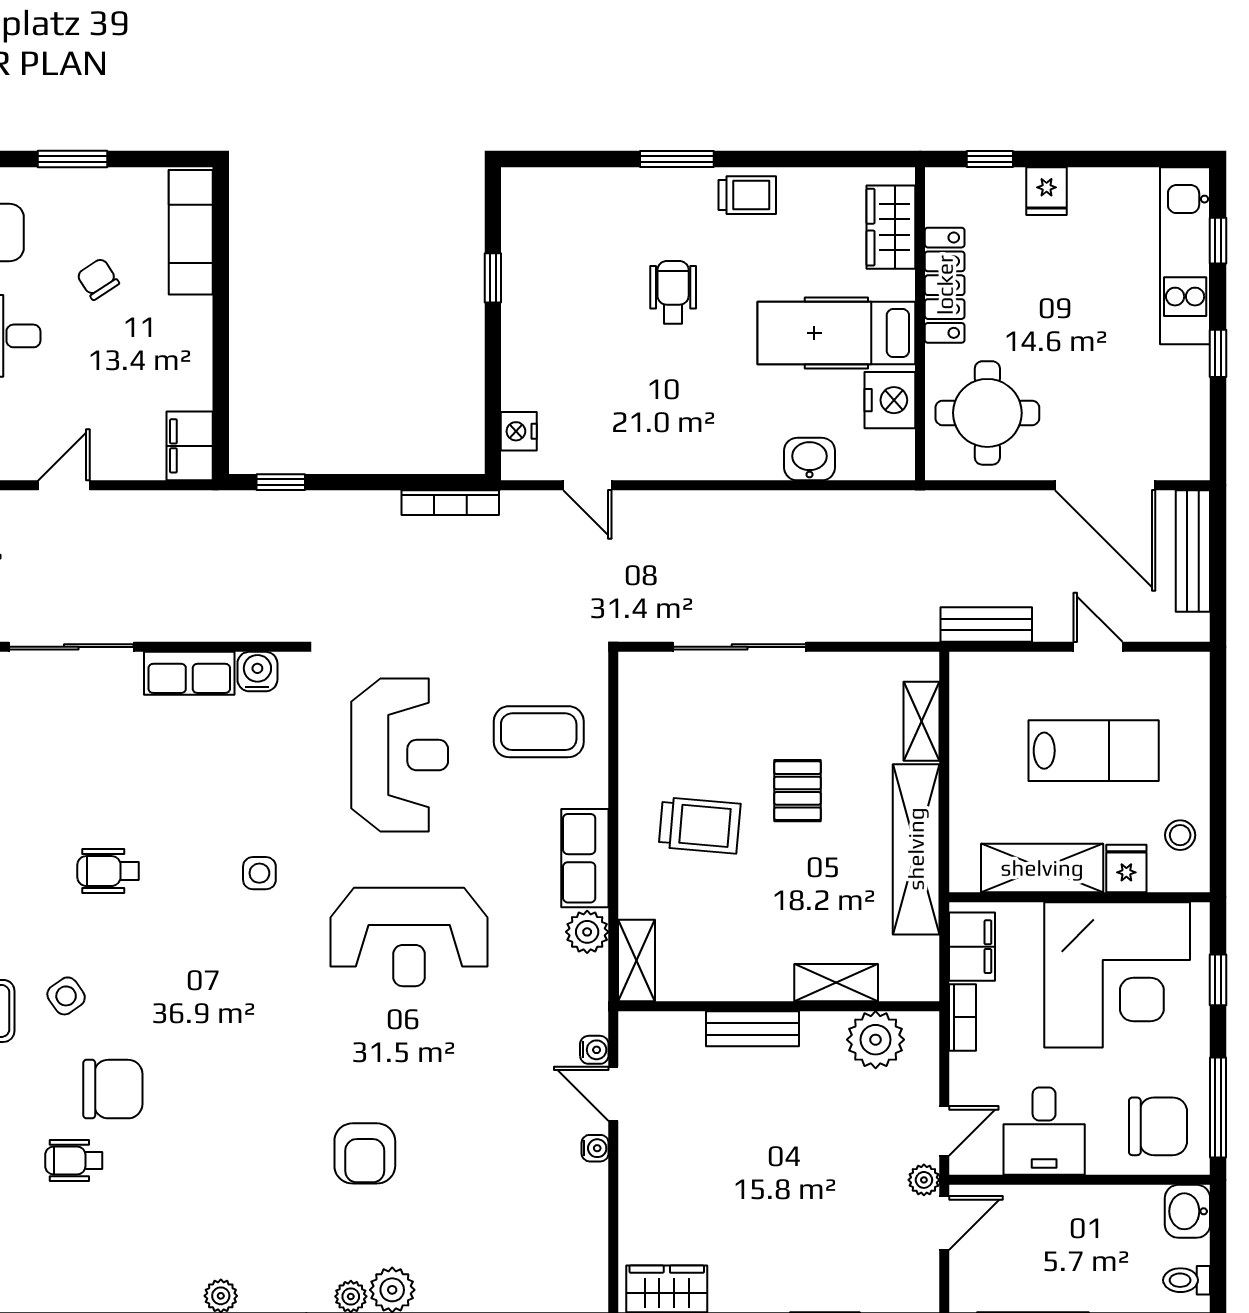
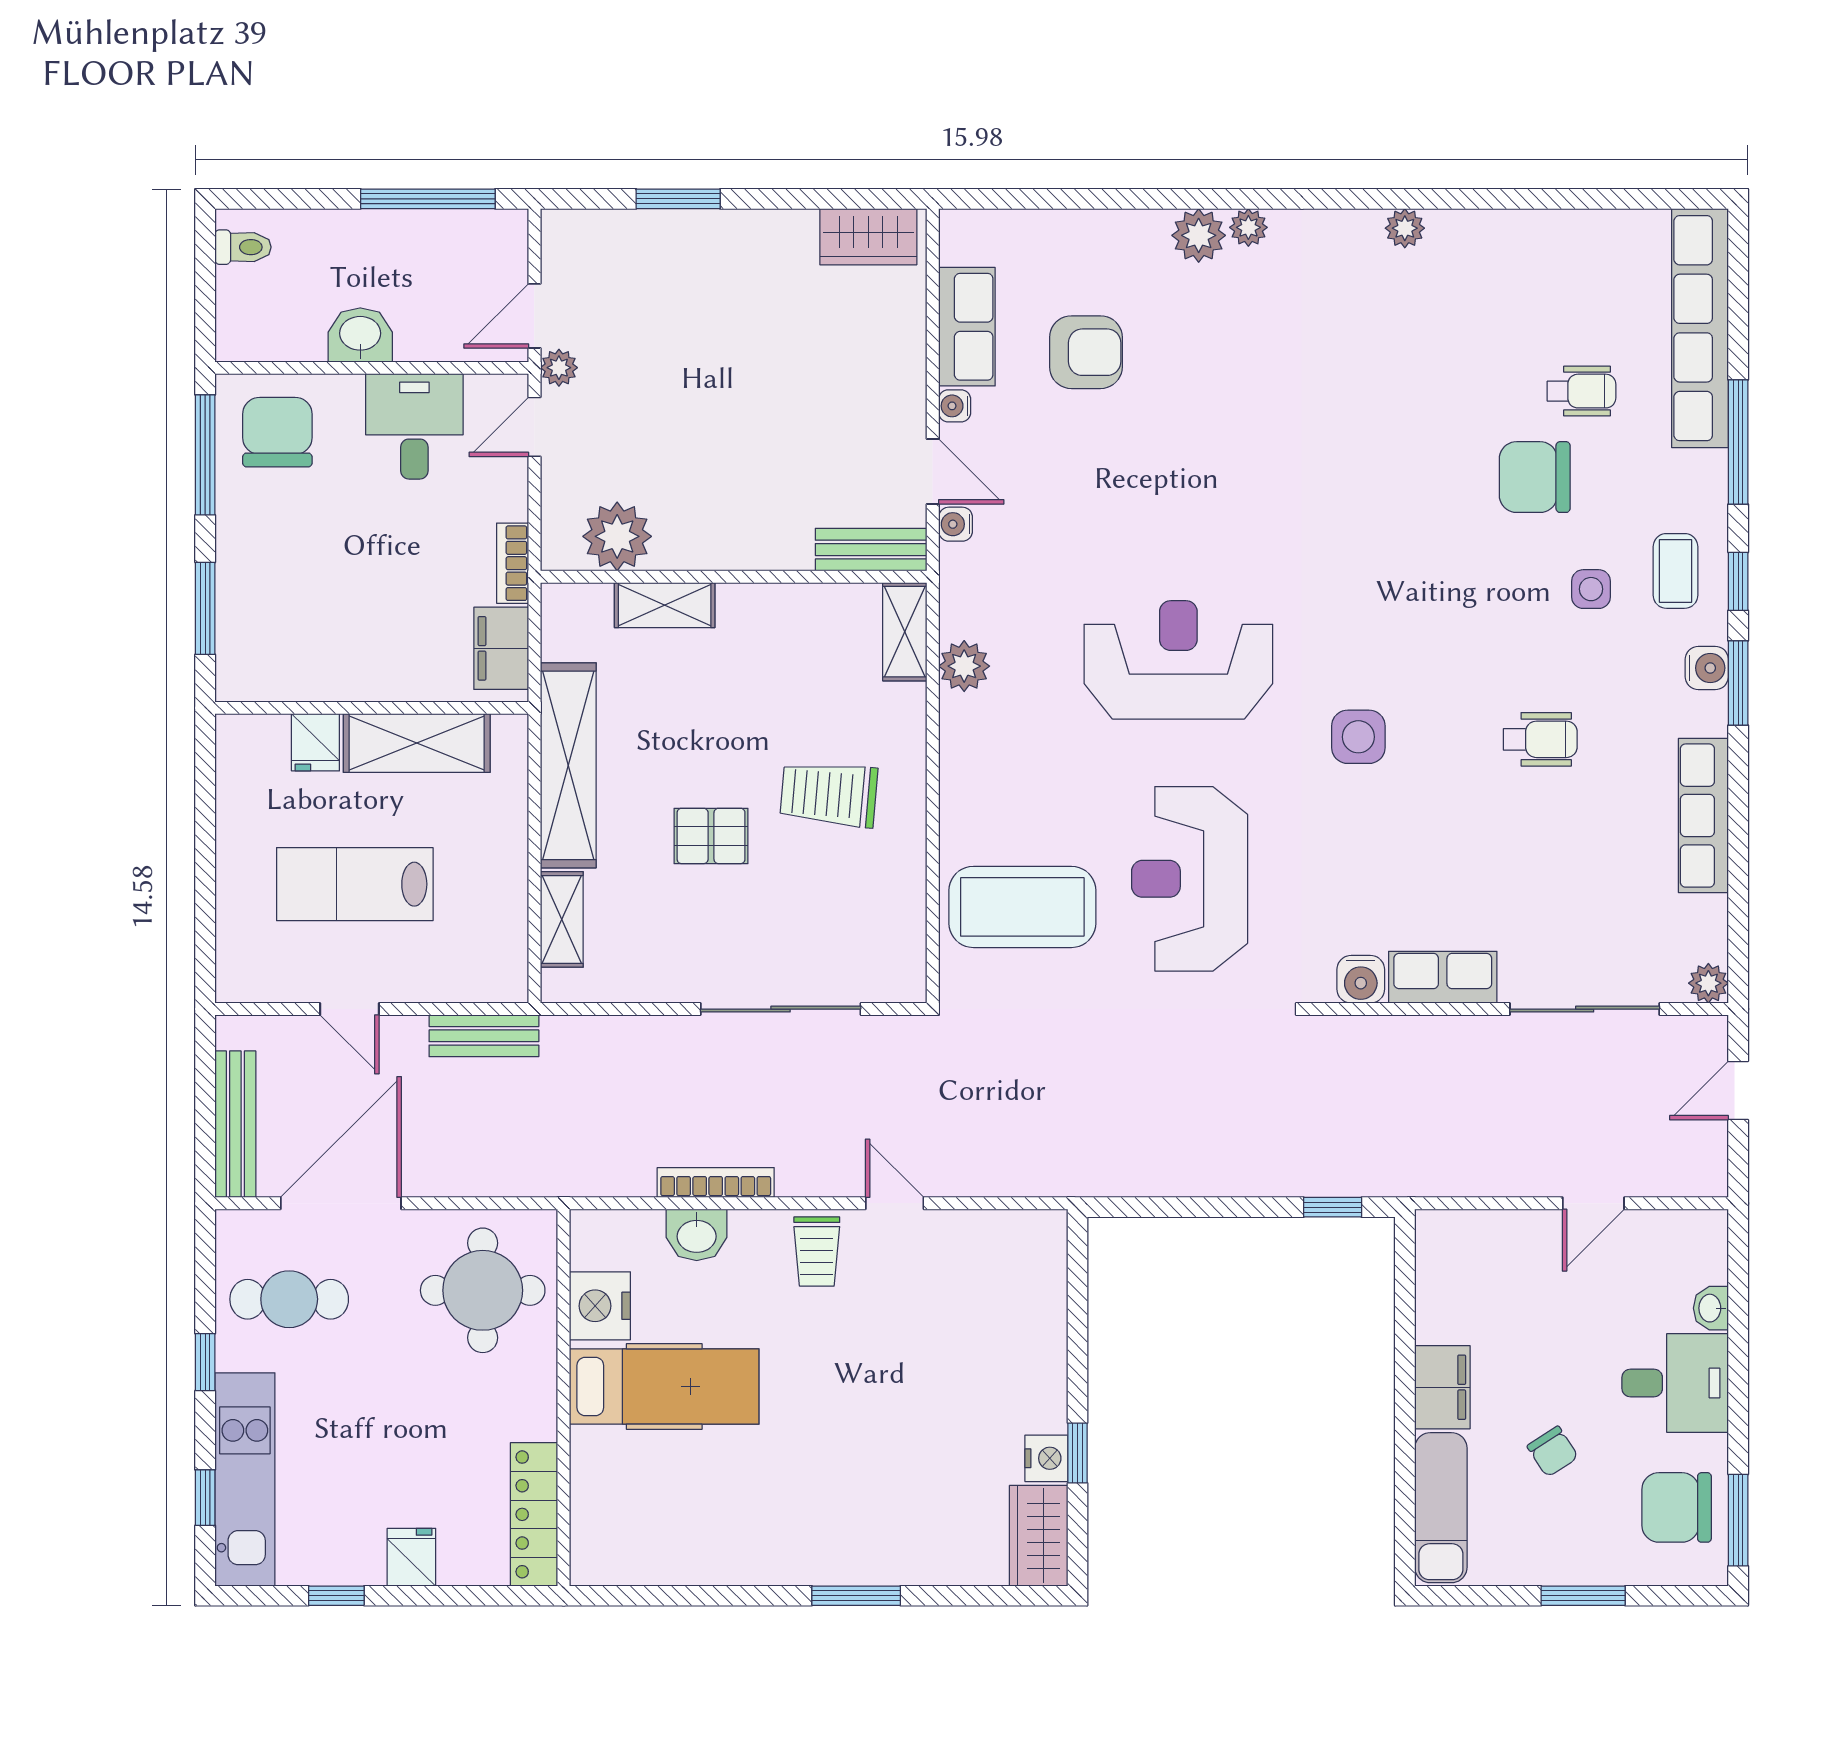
window: (990, 159) -> (336, 1596), moved
trolley: (747, 195) -> (817, 1251), moved, turned -90
wardrobe: (891, 227) -> (1039, 1536), moved, turned 180
locker: (945, 285) -> (534, 1514), moved
wheelchair: (673, 292) -> (861, 1436), removed
cafe table: (1148, 406) -> (289, 1299), added
nightstand: (519, 431) -> (1046, 1458), moved
filing cabinet: (190, 446) -> (1442, 1387), moved
door: (587, 485) -> (895, 1203), moved
door: (1105, 485) -> (341, 1203), hinge flipped
bookcase: (450, 503) -> (716, 1182), moved
coffee table: (539, 732) -> (1022, 907), width x1.36, depth x1.32
pallet: (798, 791) -> (711, 836), turned 90
stool: (1180, 835) -> (251, 782), removed
row of seats: (585, 858) -> (967, 327), moved
side table: (259, 873) -> (1358, 737), width x1.37, depth x1.37
corner desk: (1117, 975) -> (327, 614), removed
window: (1218, 980) -> (205, 608), width x1.50
side table: (66, 996) -> (1591, 589), turned 35
bench: (752, 1029) -> (871, 550), moved
chair: (1158, 1126) -> (277, 432), turned 90
armchair: (365, 1153) -> (1086, 352), moved, turned 90
washbasin: (1187, 1211) -> (360, 335), moved, turned -90

